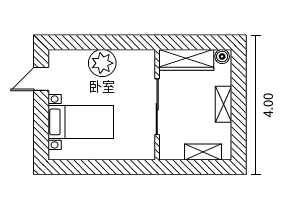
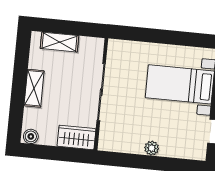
wardrobe: (186, 60) -> (76, 137), width x0.67
plant: (102, 63) -> (152, 148), width x0.53, depth x0.53

